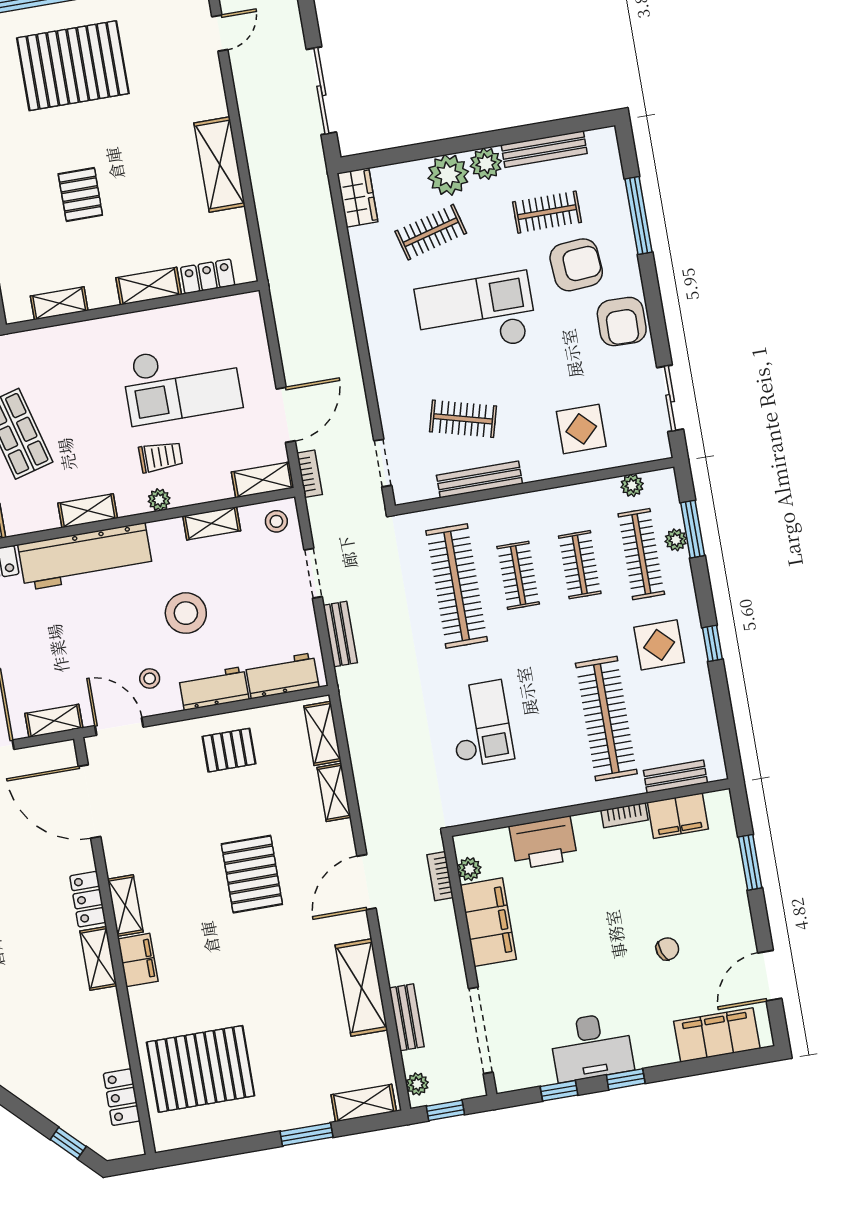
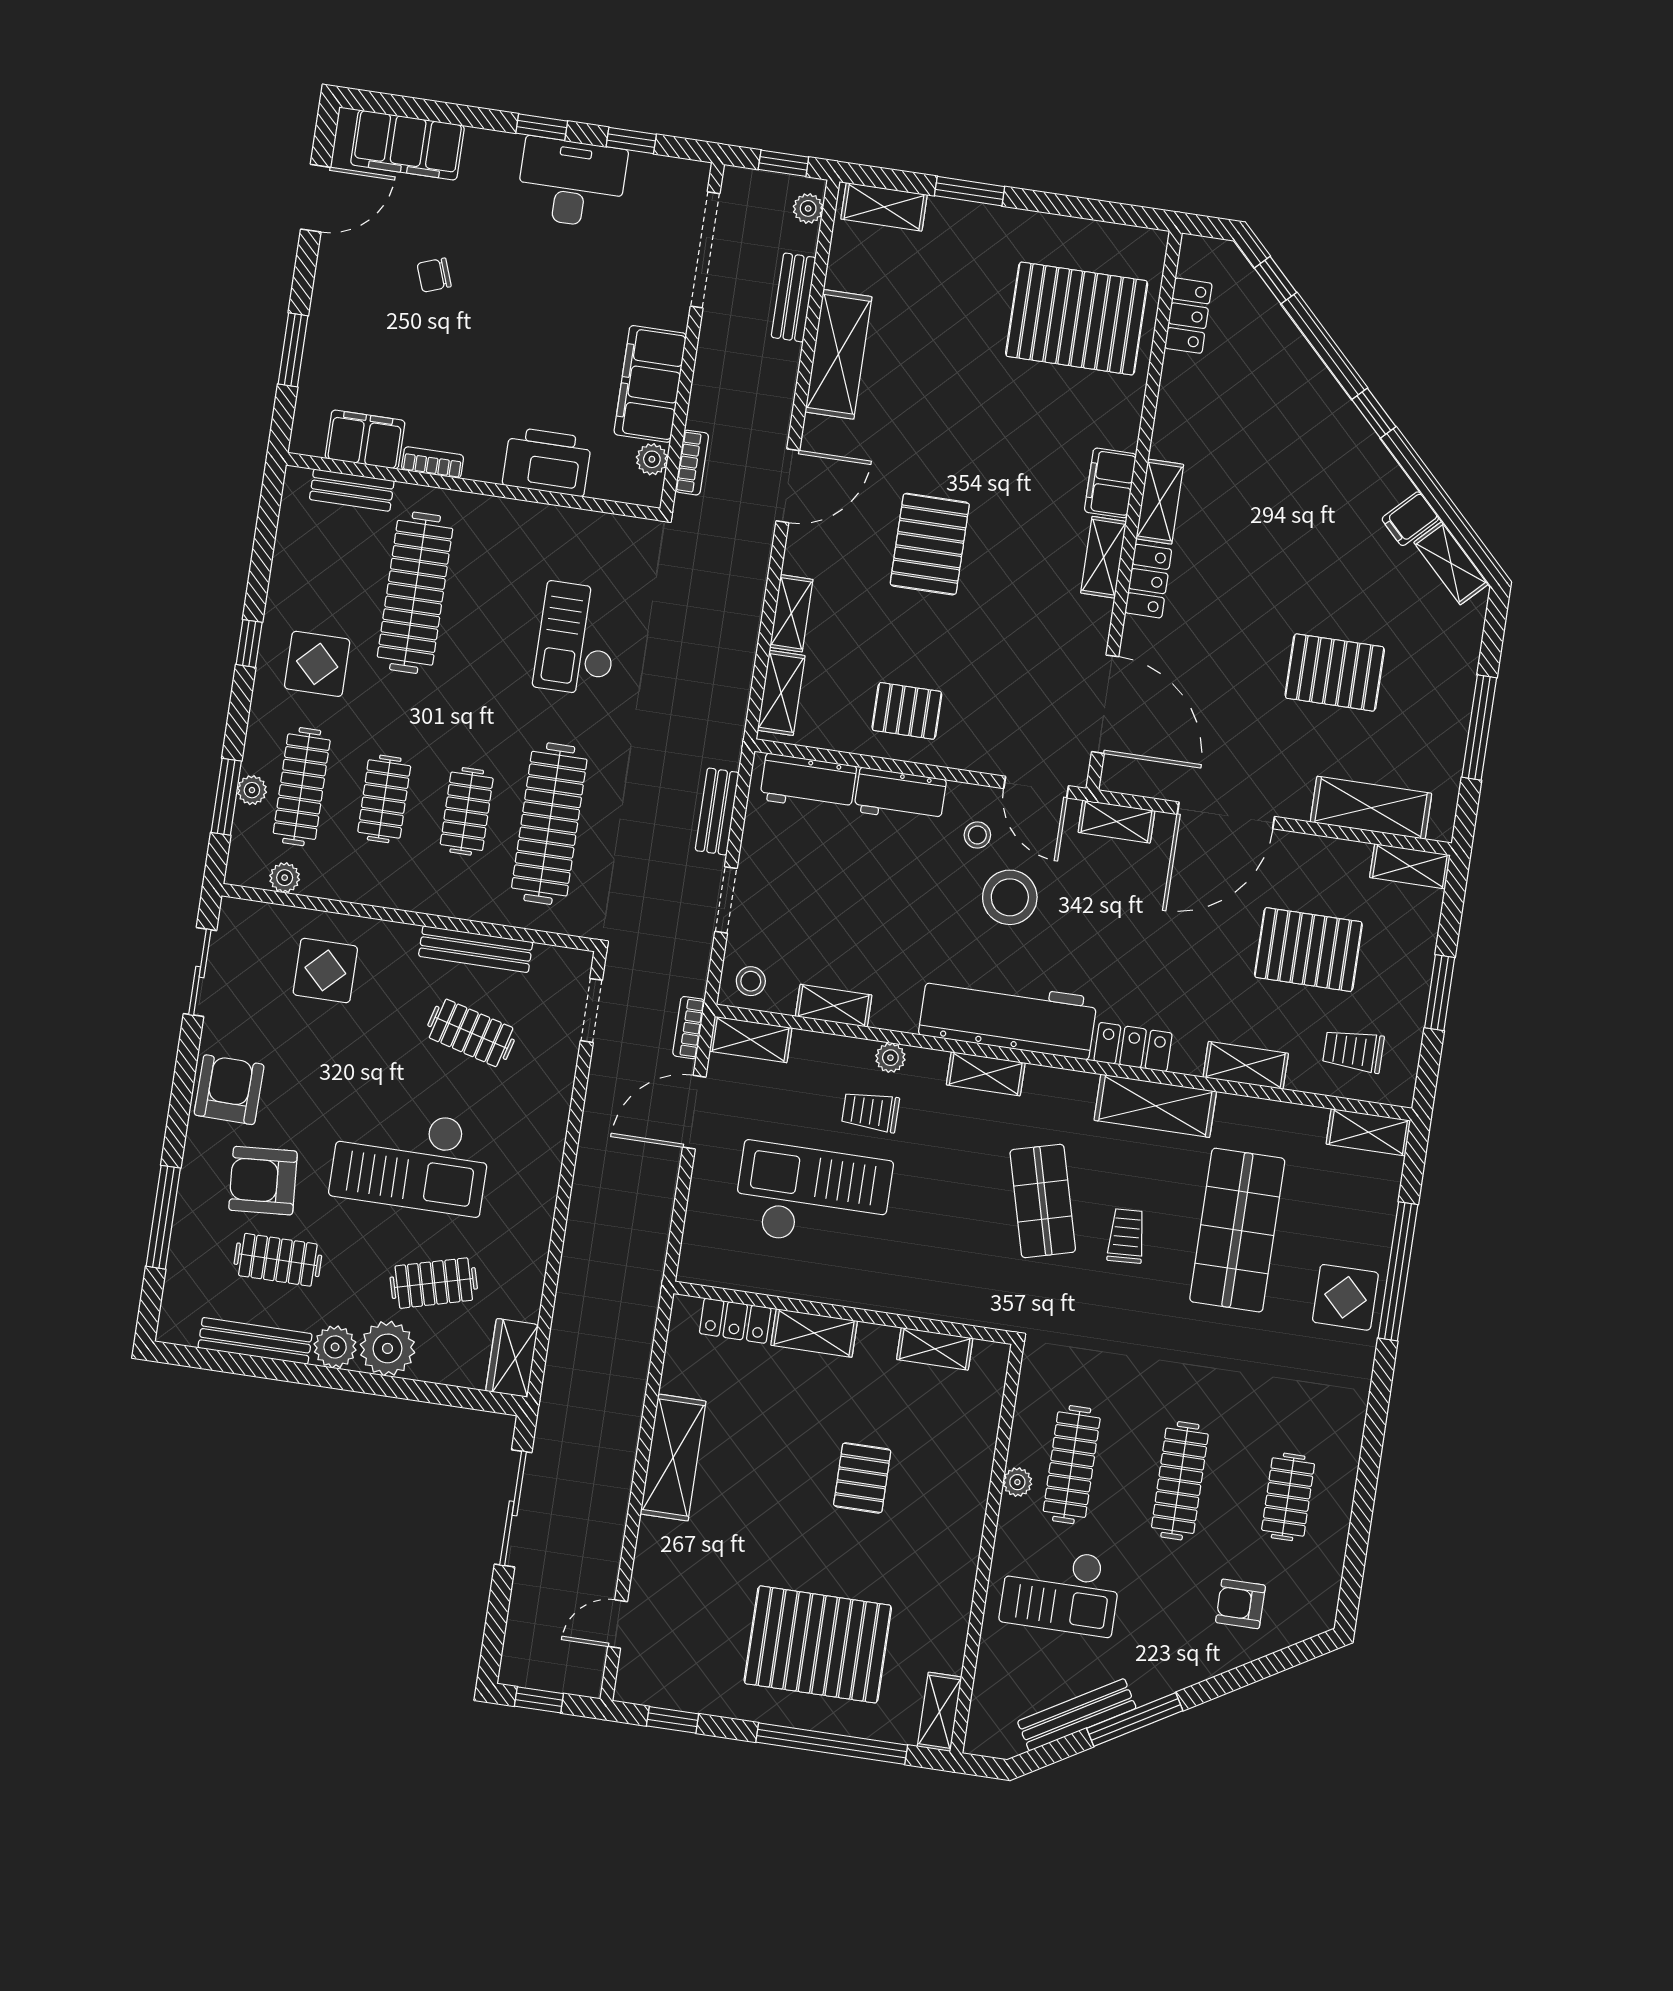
stool: (186, 613) -> (1010, 897), moved

